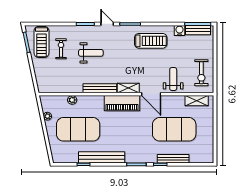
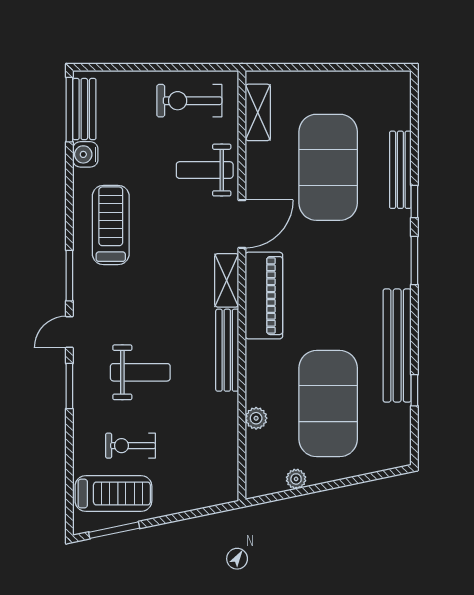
weight bench: (91, 53) -> (140, 372), turned 90
exercise bike: (201, 73) -> (189, 101), turned 180

